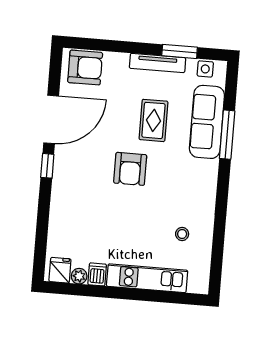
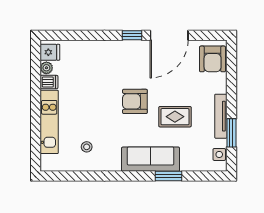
door: (51, 119) -> (169, 35), hinge flipped
sofa: (207, 122) -> (151, 159), moved
window: (227, 135) -> (168, 176), width x0.69

